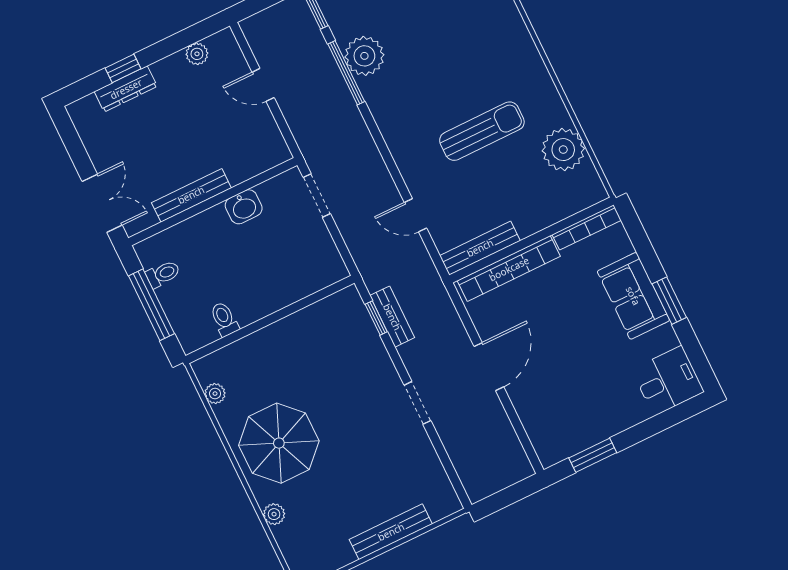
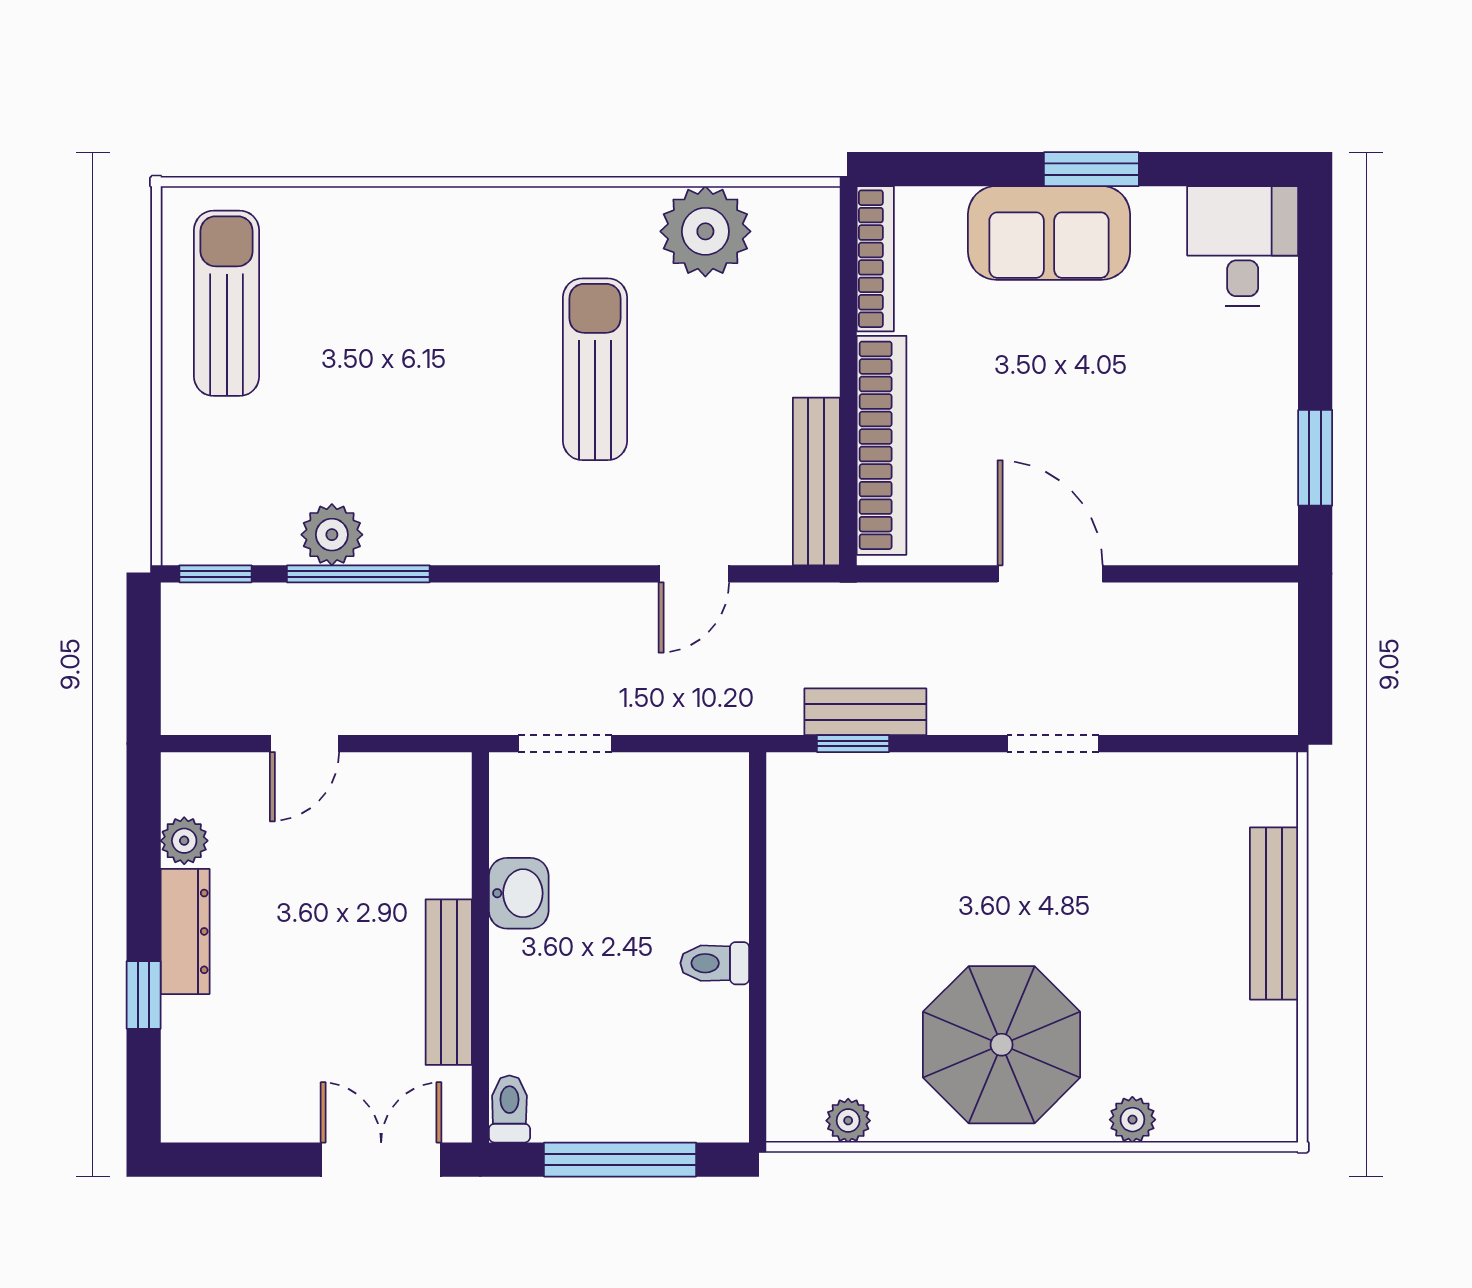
plant: (364, 56) -> (332, 535), width x0.73, depth x0.73
dresser: (126, 89) -> (185, 931), moved
toilet: (163, 274) -> (509, 1109), moved
toilet: (224, 319) -> (715, 963), moved

